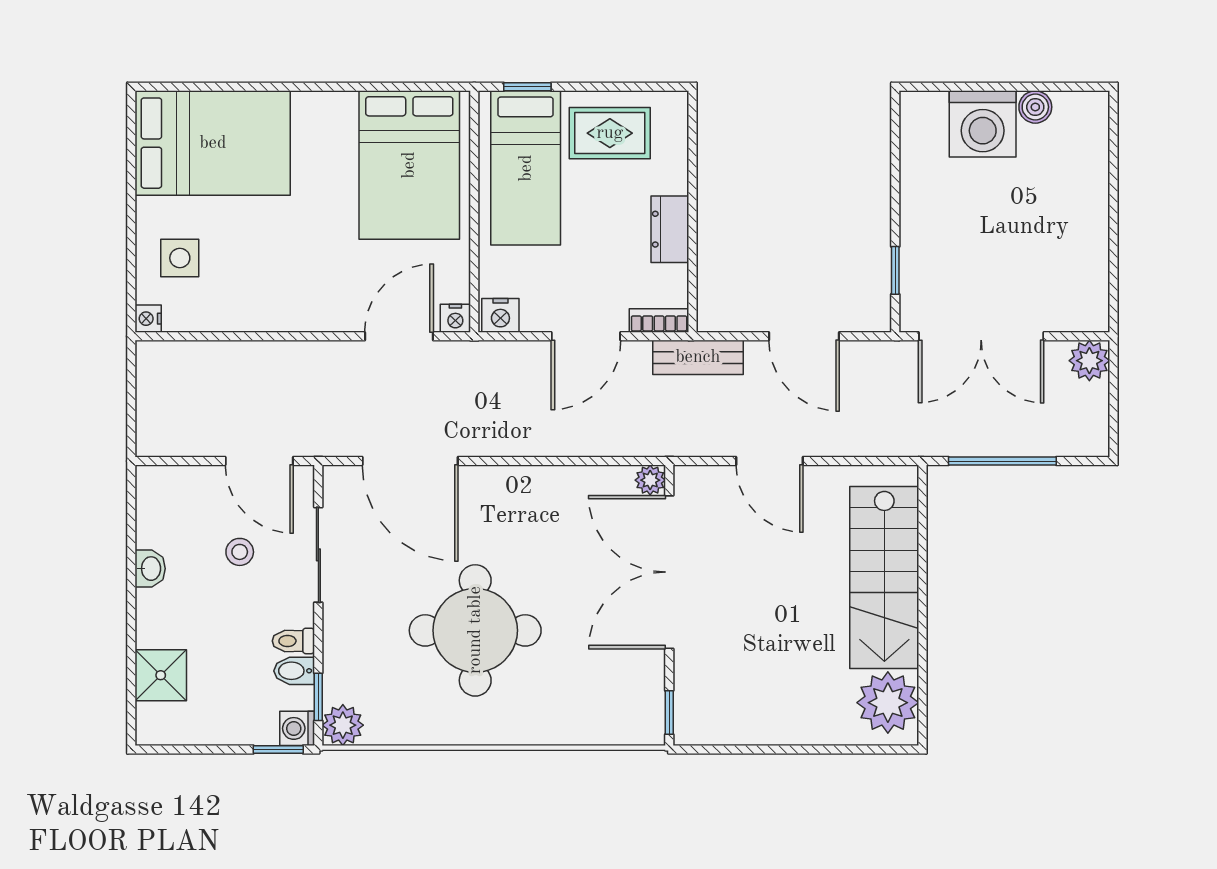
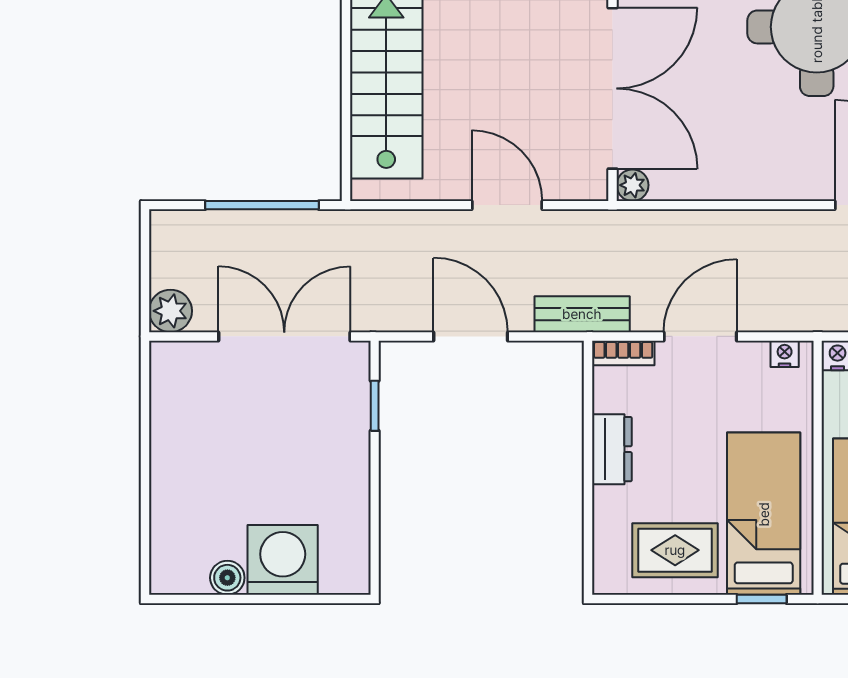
nightstand: (500, 315) -> (785, 354), width x0.72, depth x0.74

